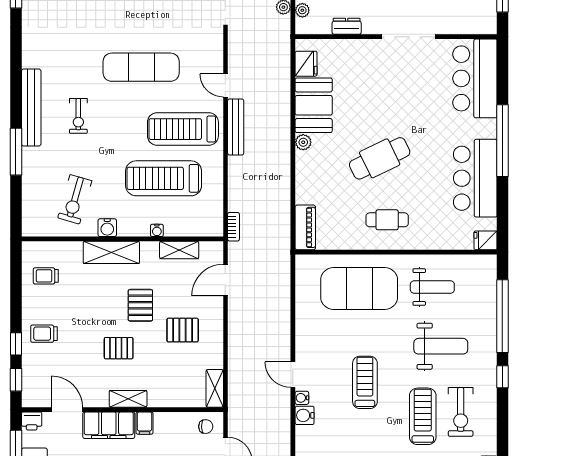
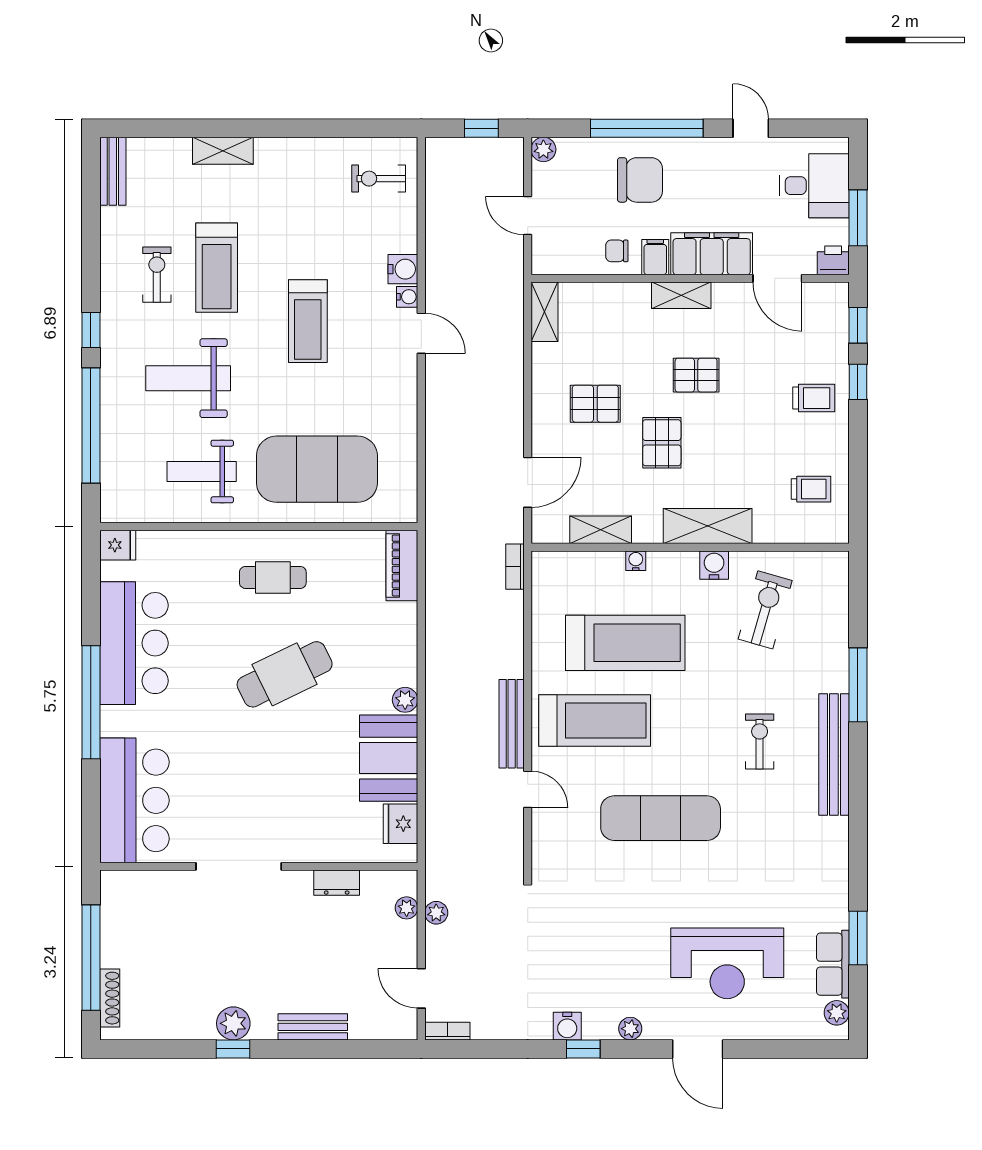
exercise bike: (461, 412) -> (157, 275), width x0.73, depth x0.72
chair: (206, 427) -> (617, 251), moved

